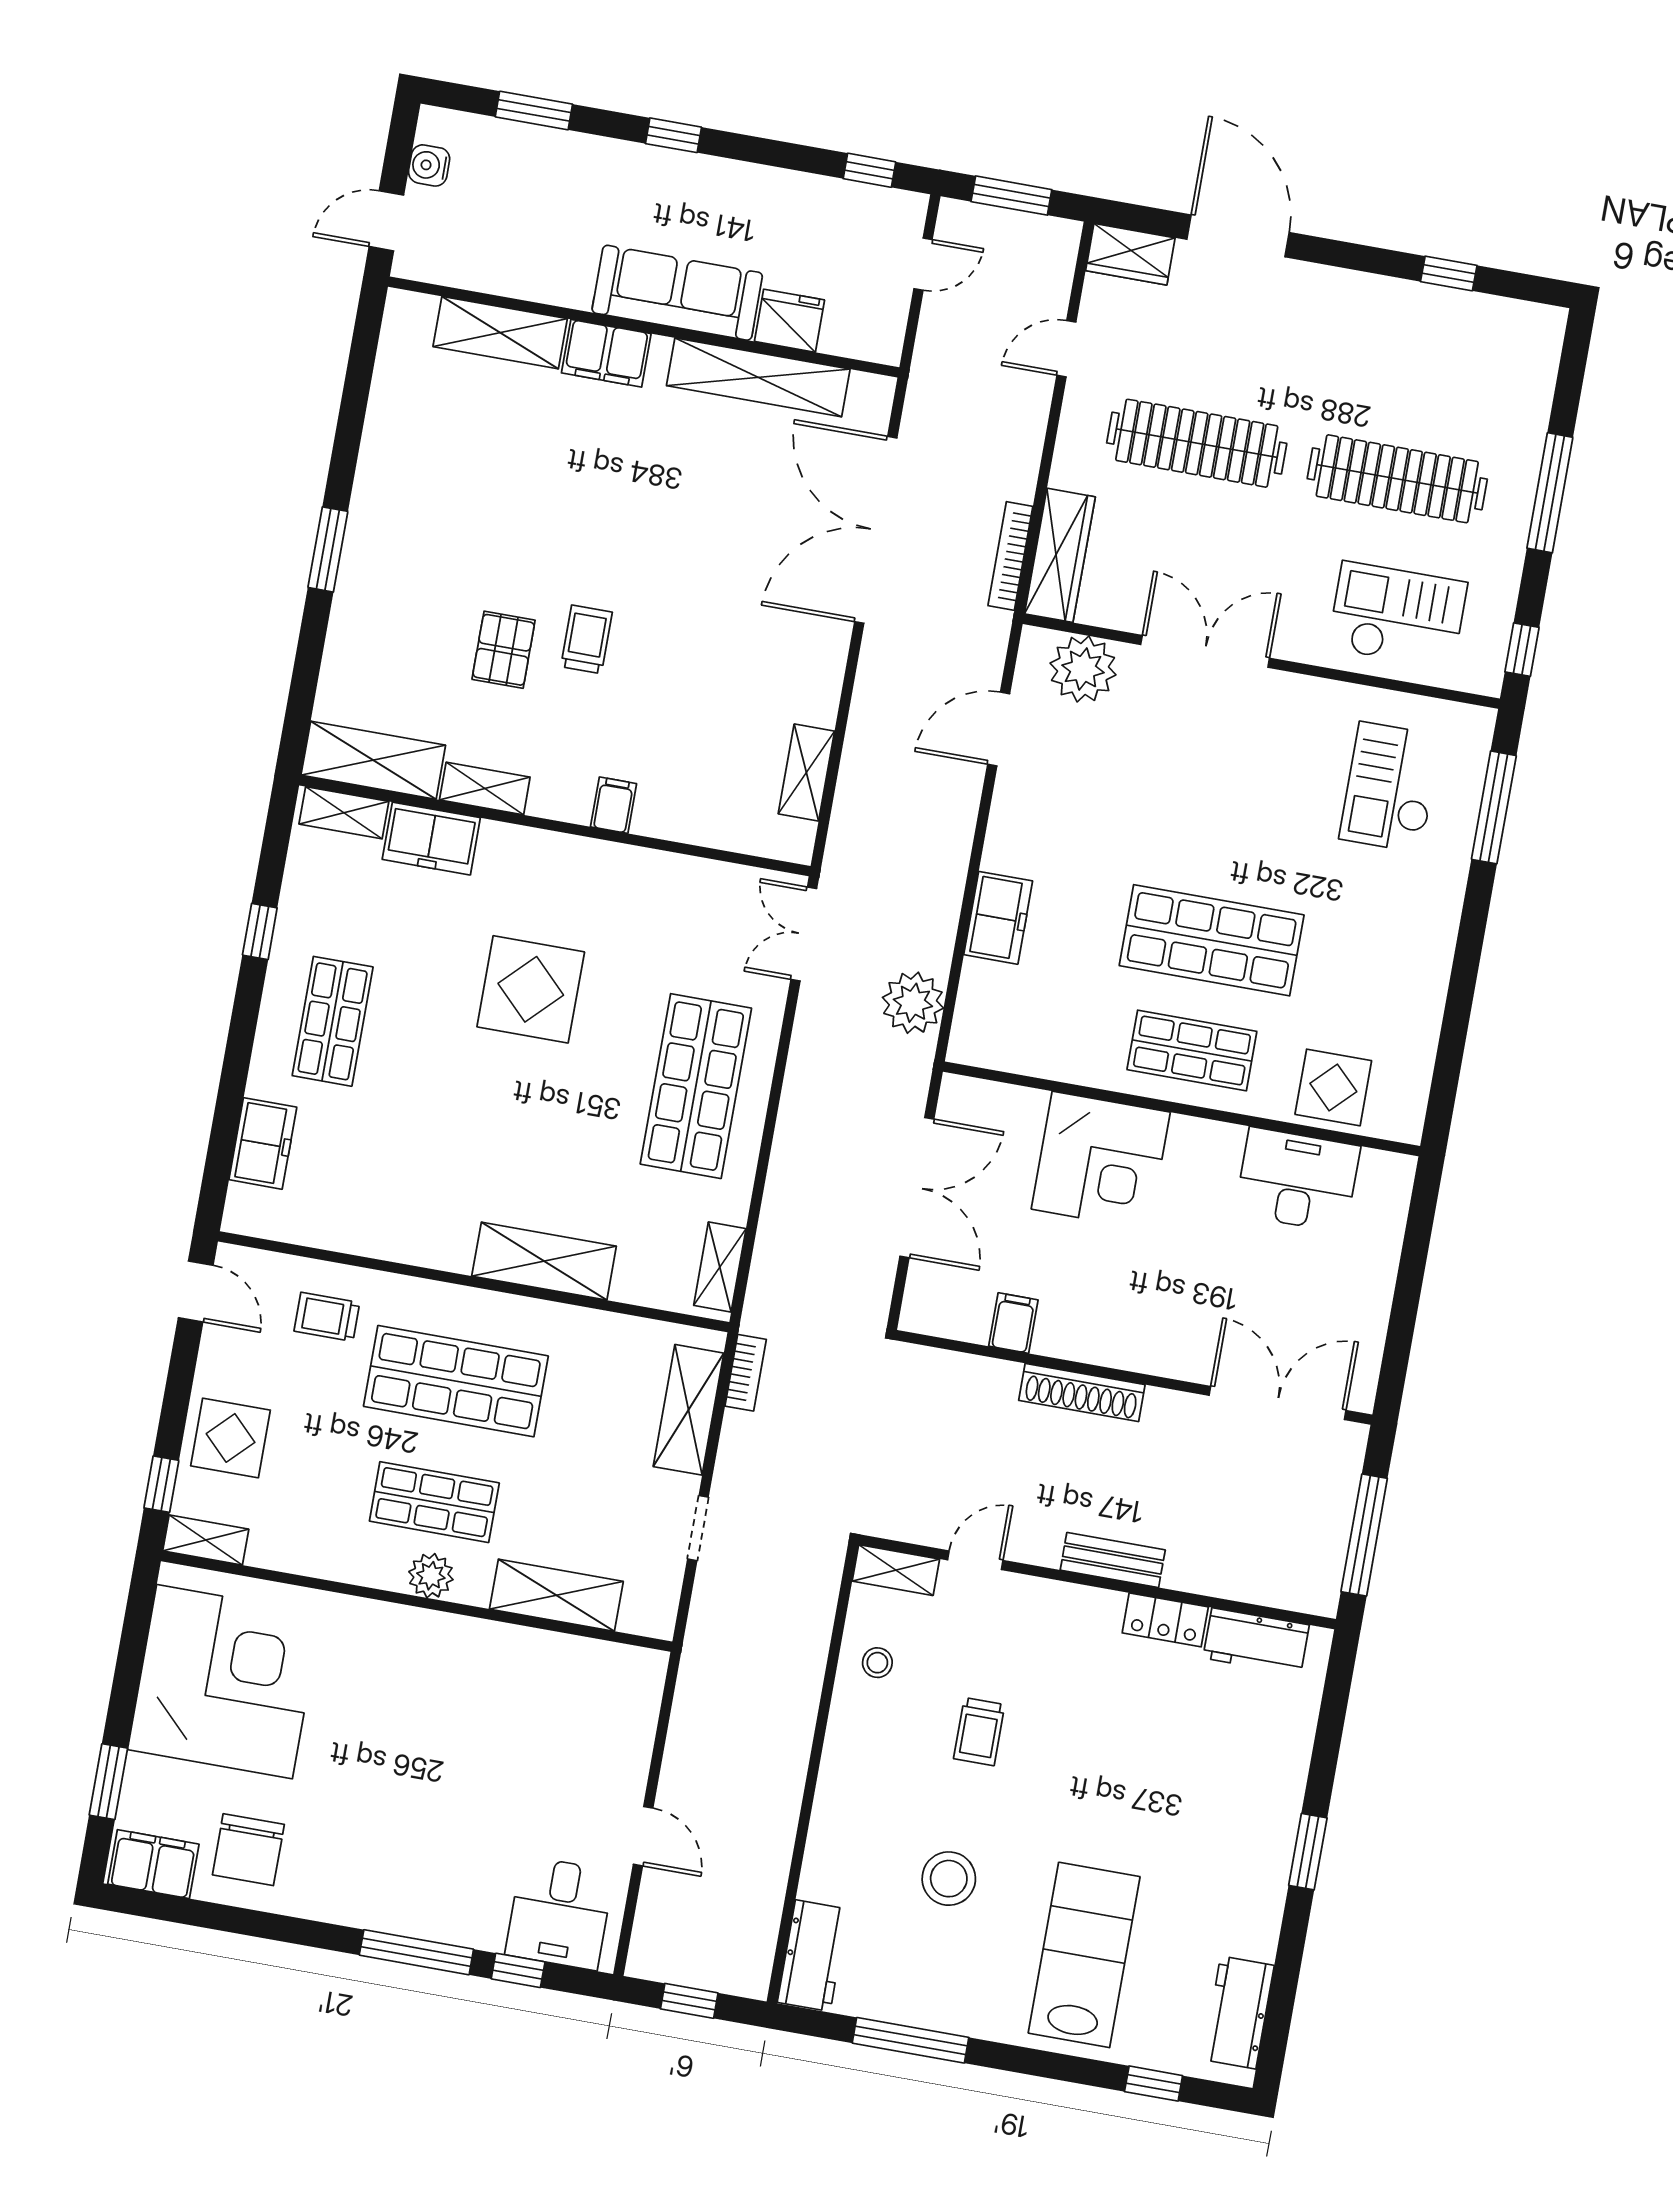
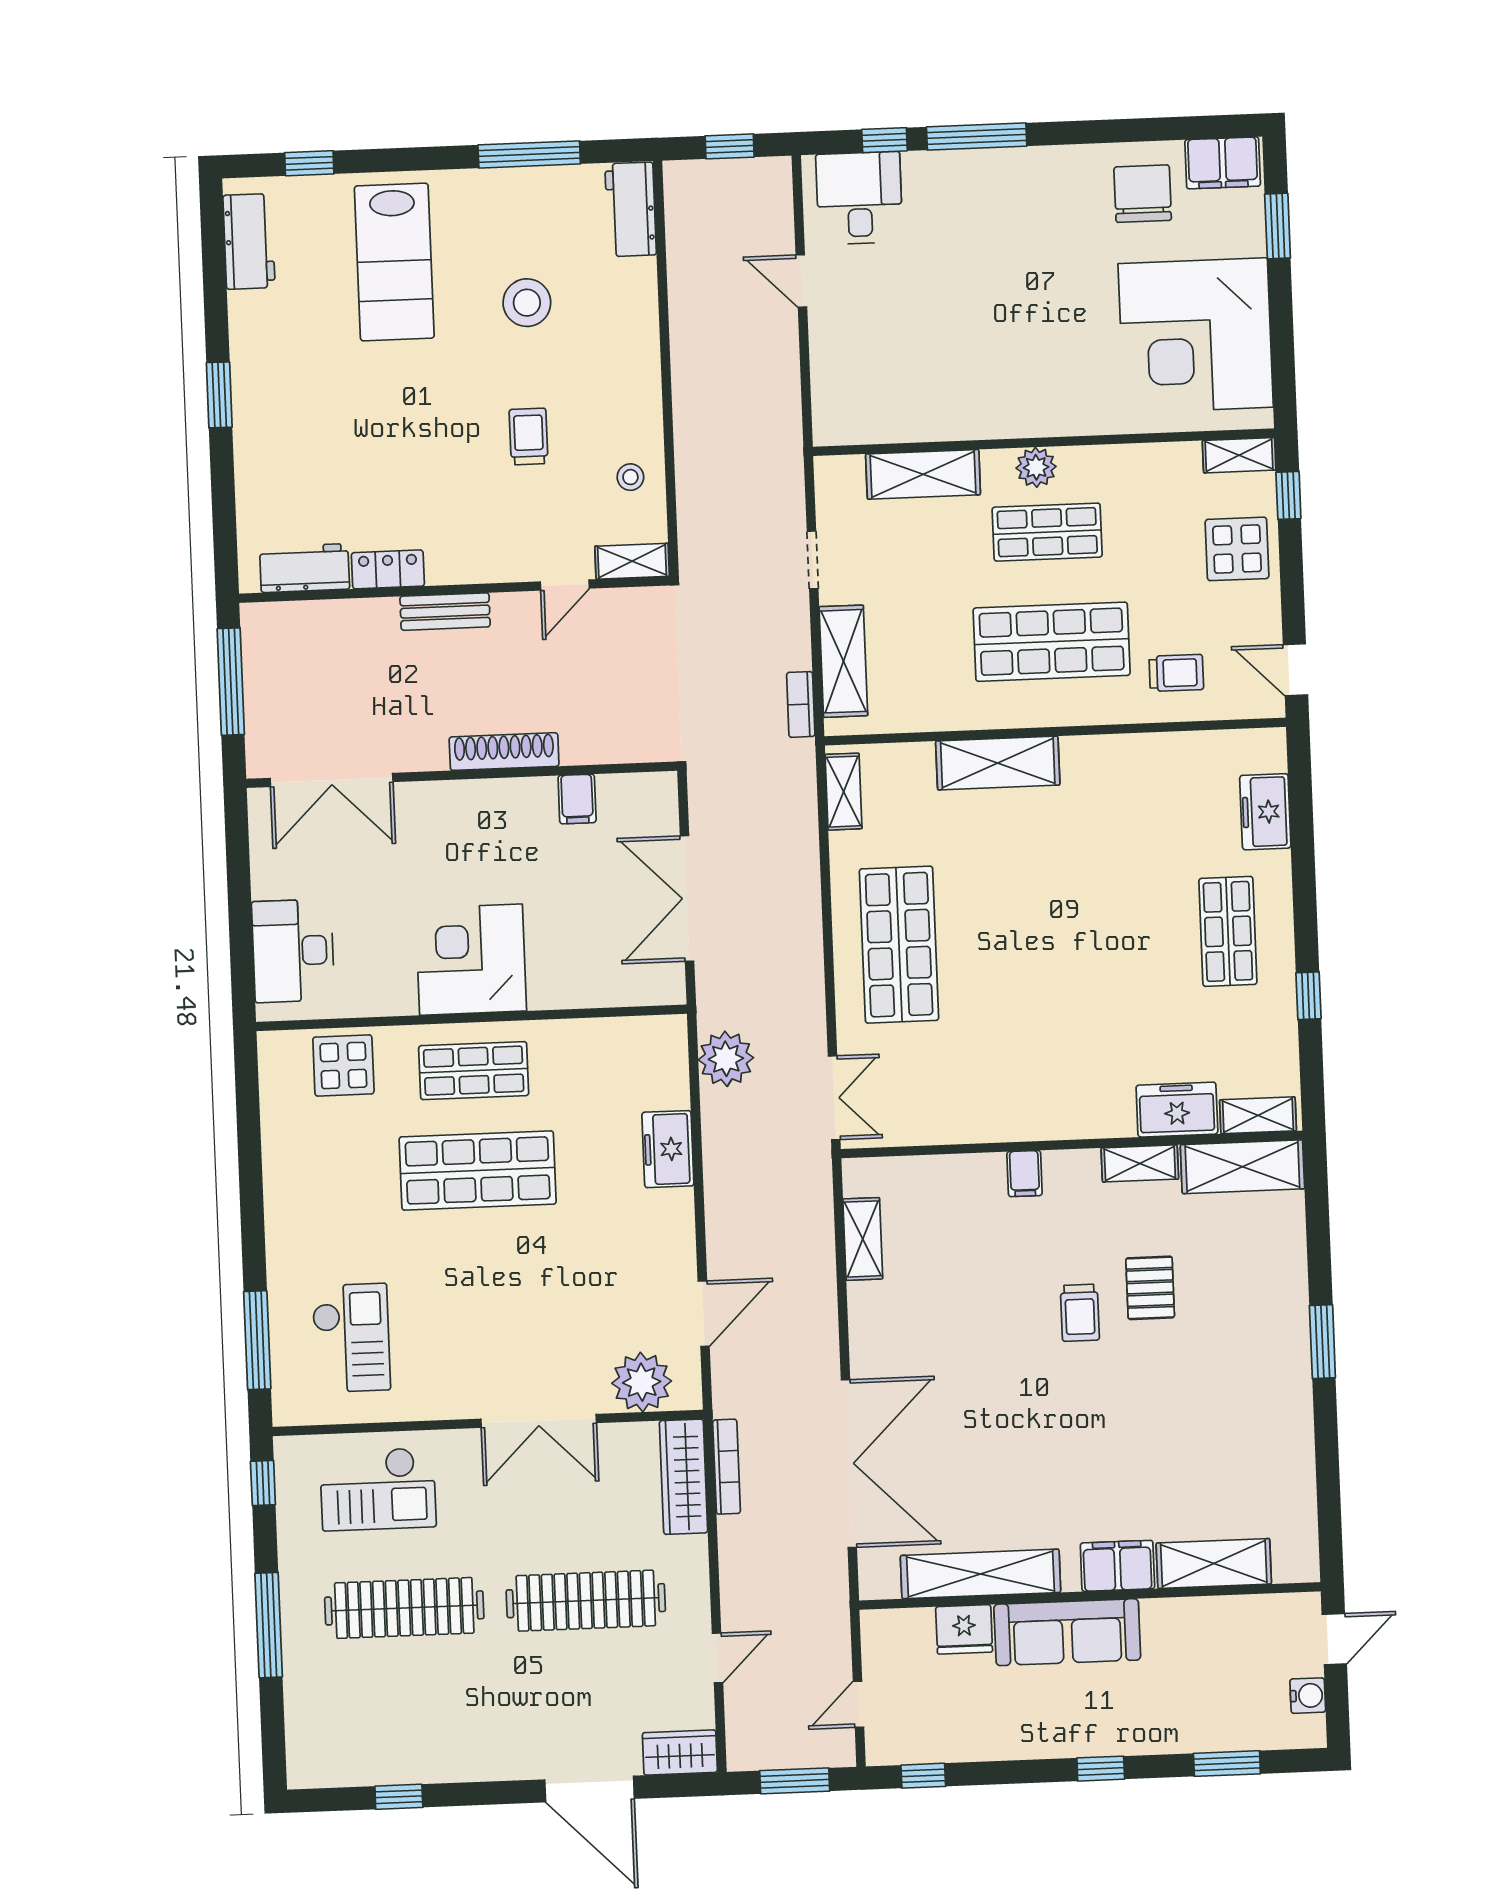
display table: (531, 989) -> (1061, 997), removed
corner desk: (1101, 1161) -> (471, 960), moved
desk: (1297, 1180) -> (293, 951), moved, turned 90

